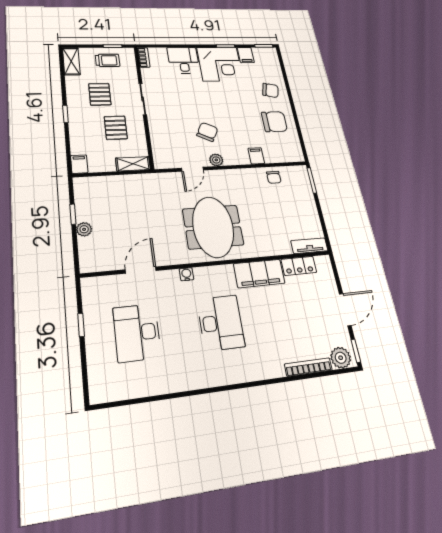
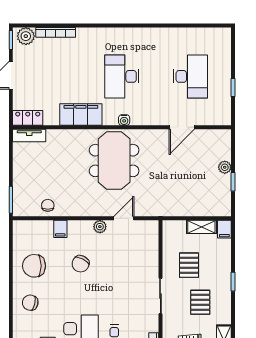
chair: (207, 132) -> (81, 264), moved
shelving: (133, 164) -> (201, 227), moved
locker: (299, 266) -> (28, 118), moved
water cooler: (186, 274) -> (124, 120), moved

